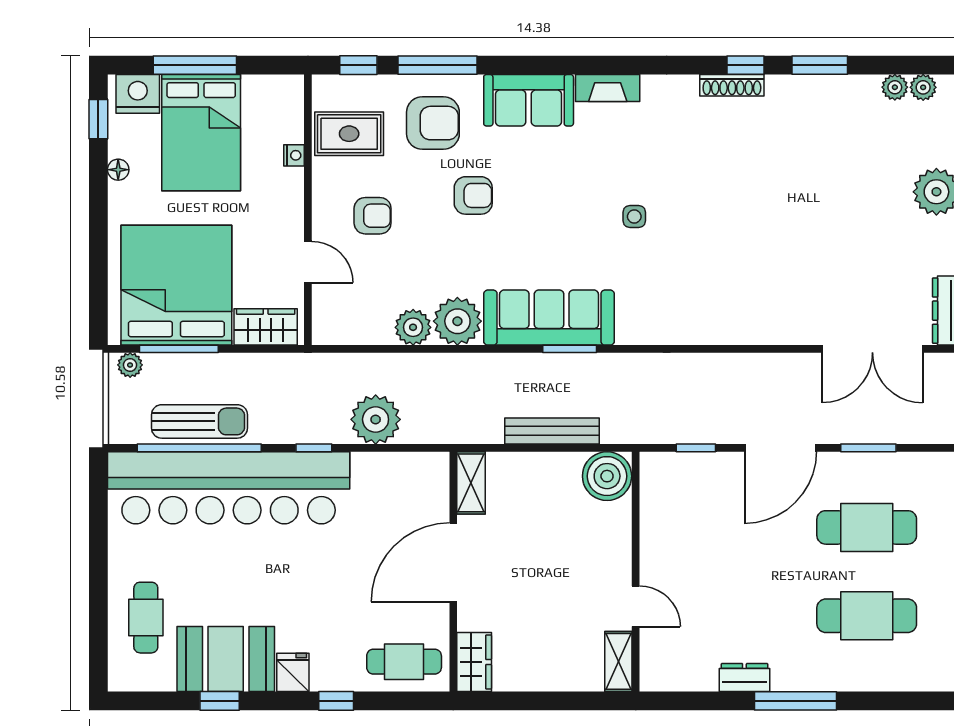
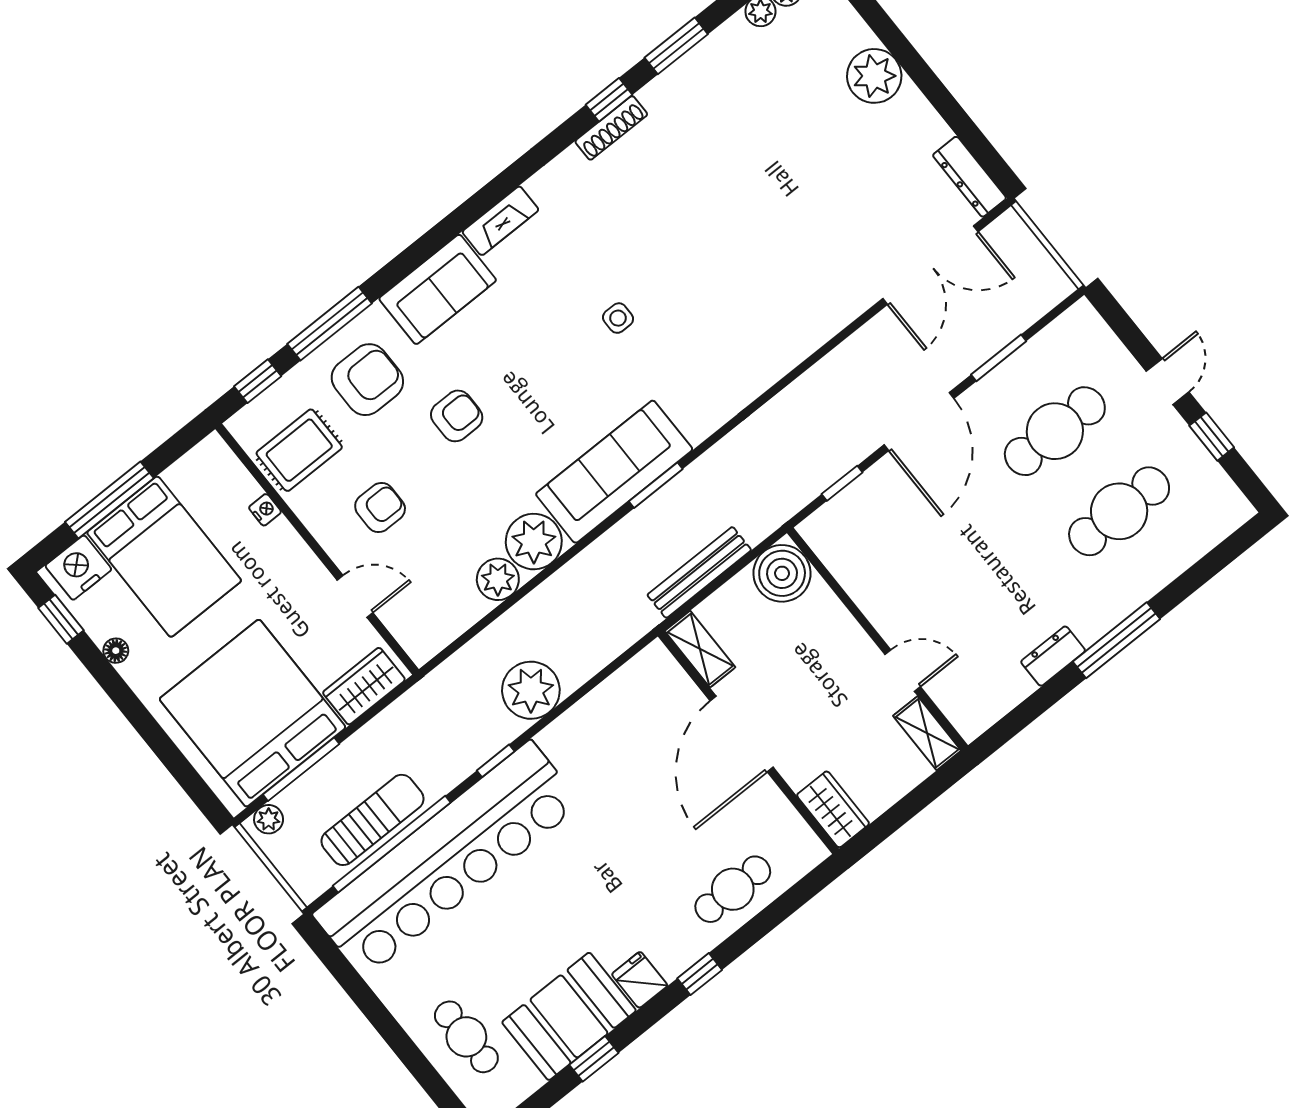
shelving: (471, 483) -> (700, 649), moved
door: (453, 562) -> (742, 734), moved
wall: (453, 572) -> (748, 743), moved
wardrobe: (474, 662) -> (833, 809), moved

